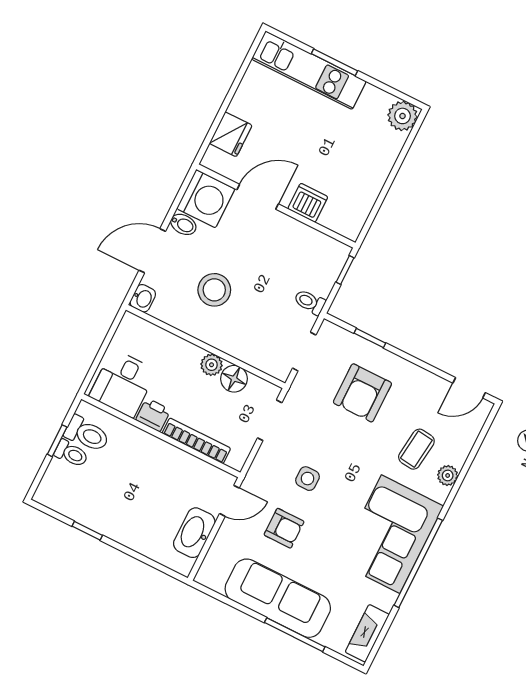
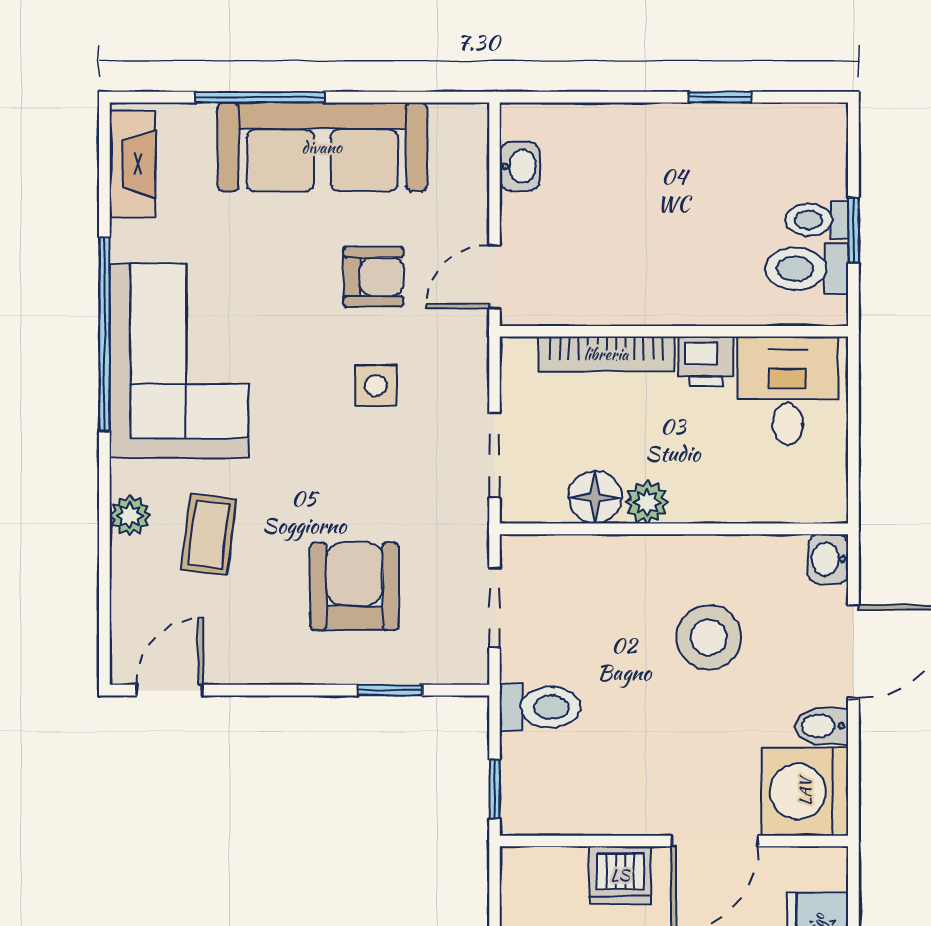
toilet: (310, 302) -> (540, 707), width x1.37, depth x1.39
armchair: (284, 528) -> (373, 277), turned 180
washbasin: (194, 533) -> (520, 166), width x0.52, depth x0.69

